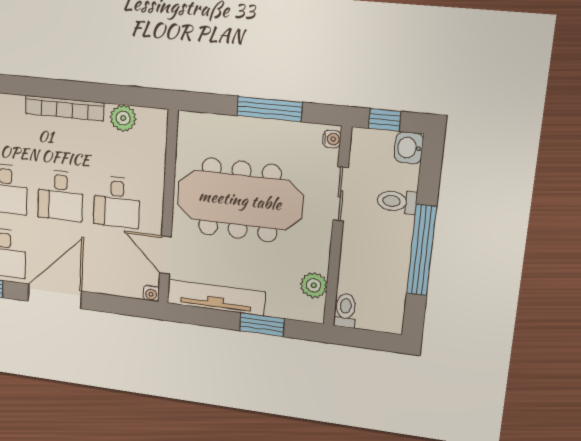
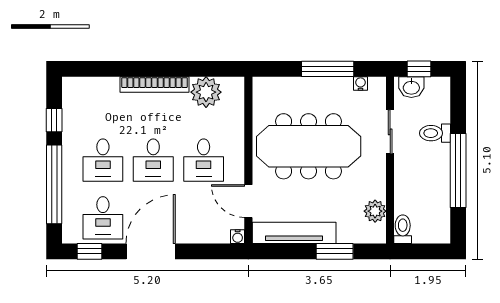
plant: (123, 118) -> (206, 92), width x1.36, depth x1.36
water cooler: (332, 139) -> (360, 84), moved, turned -90
washbasin: (409, 148) -> (411, 87), moved, turned -90

